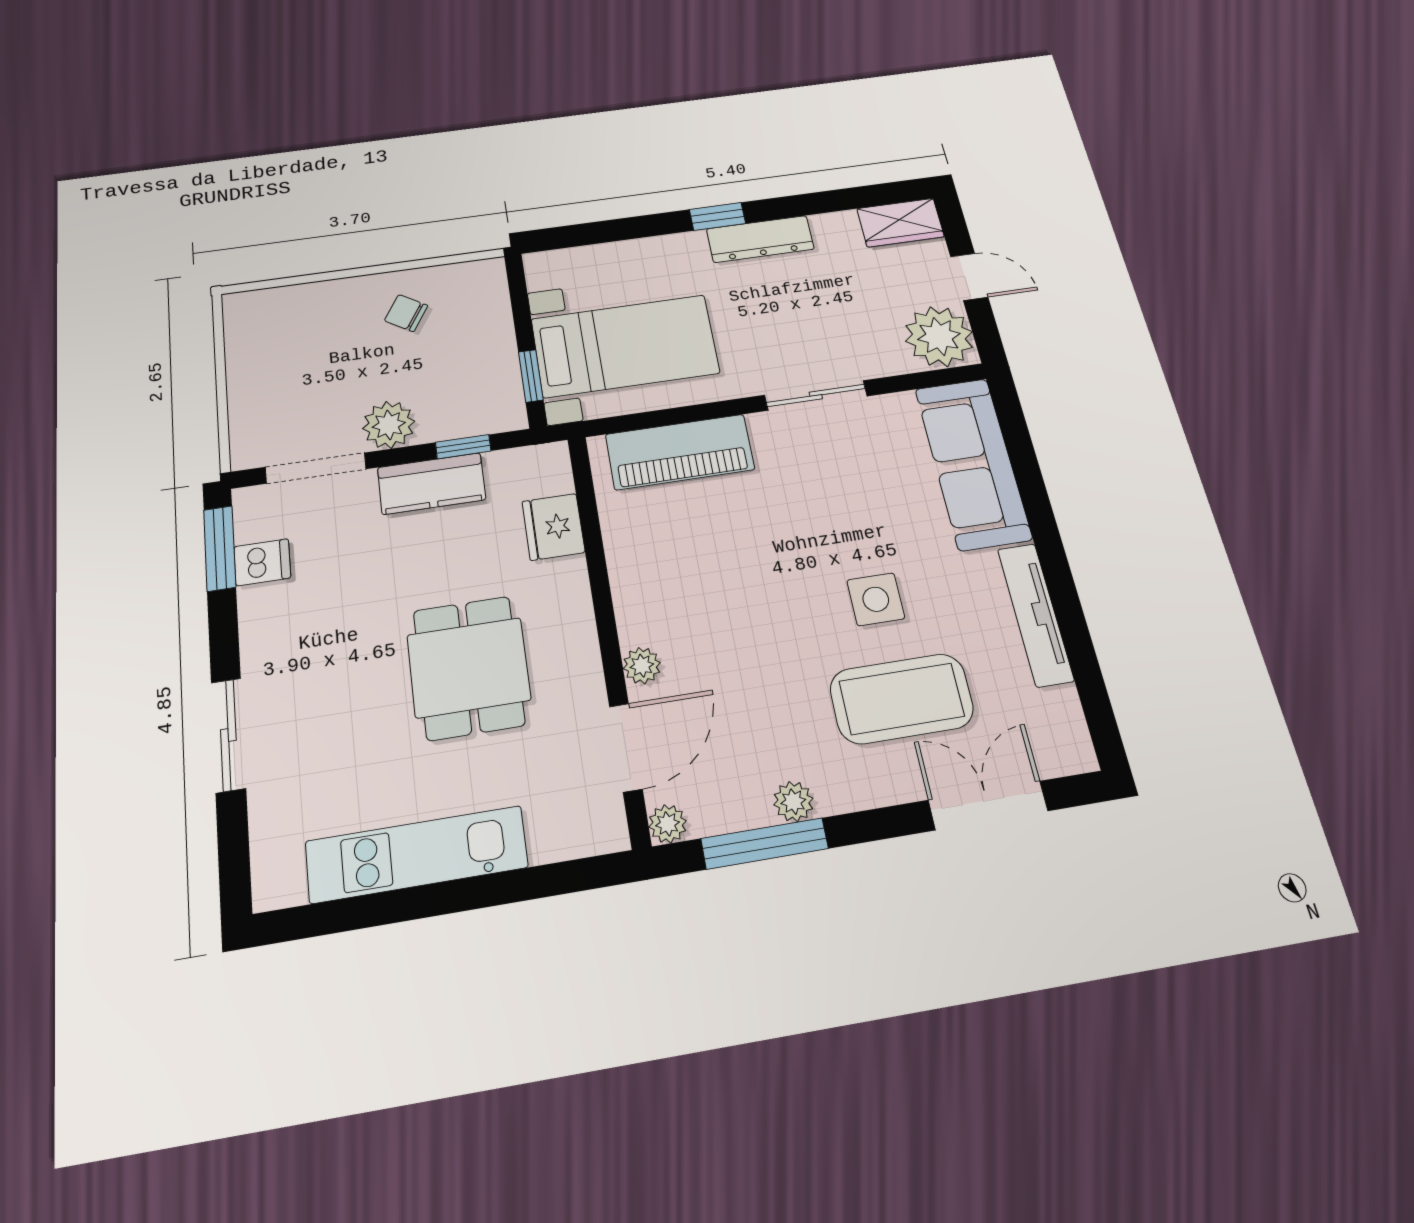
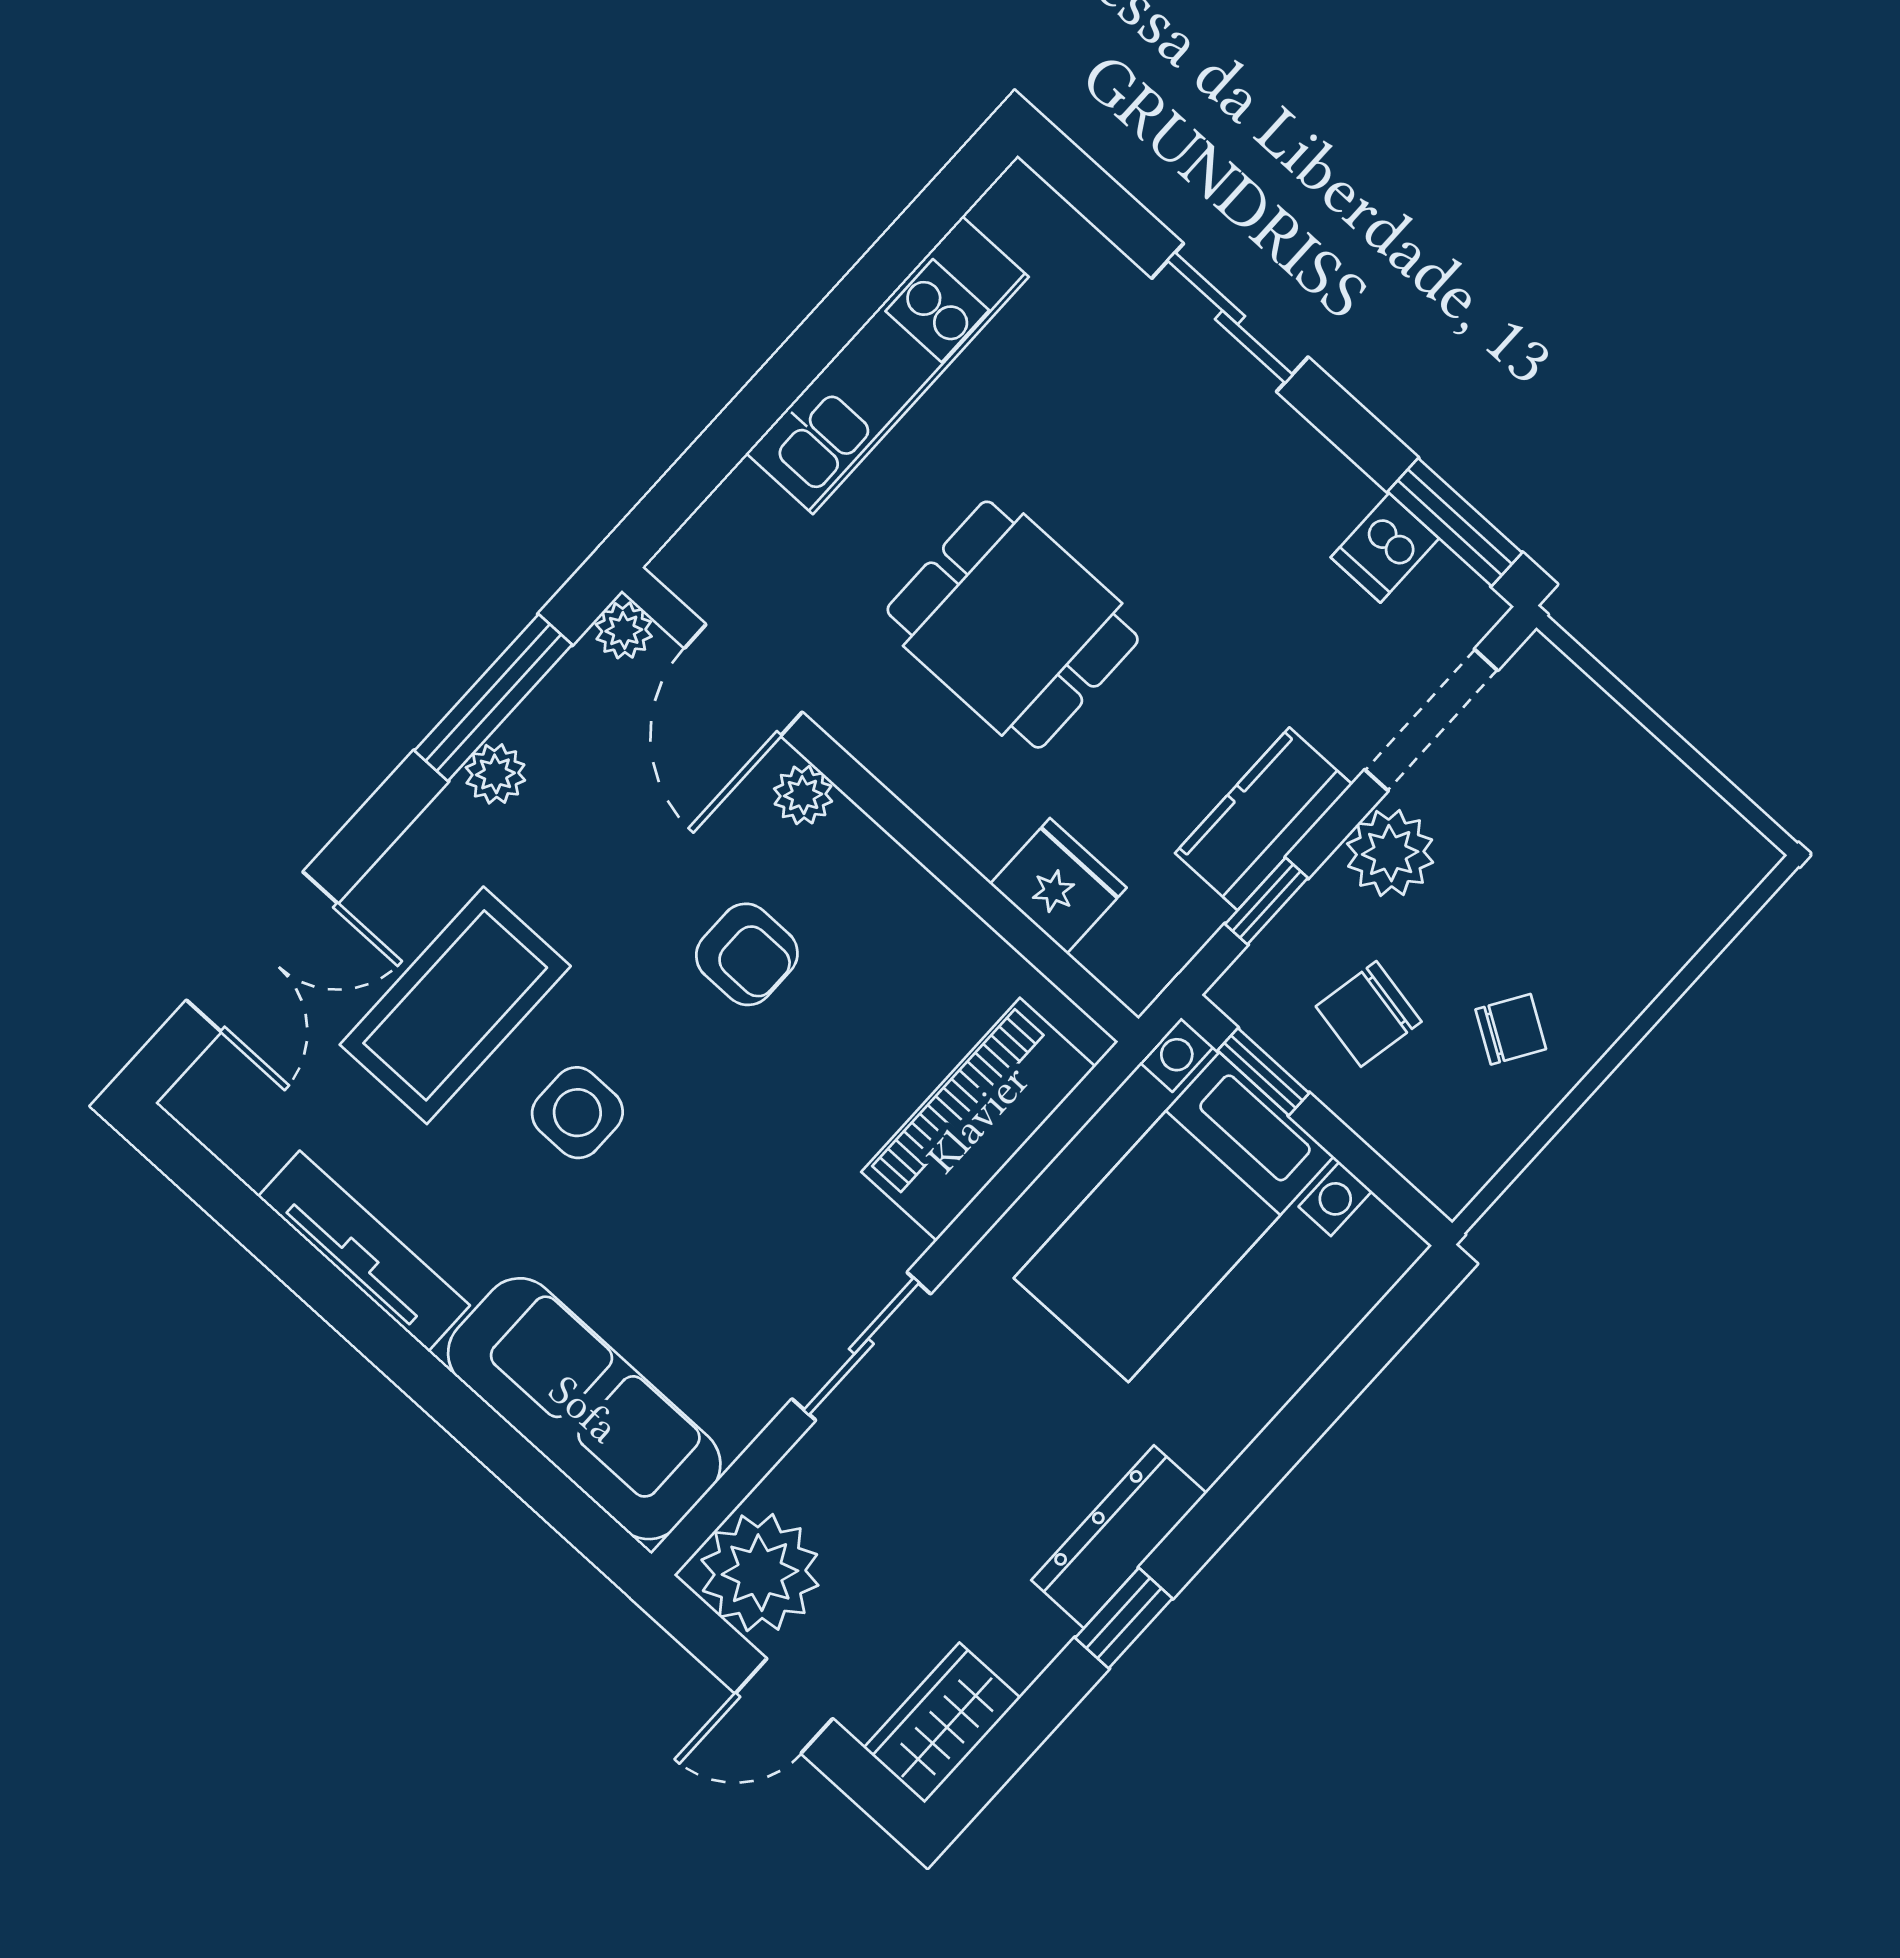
window: (717, 216) -> (1124, 1618), moved
chair: (462, 365) -> (1369, 1014), added
armchair: (732, 610) -> (747, 954), added

